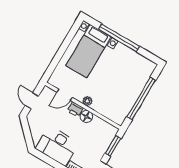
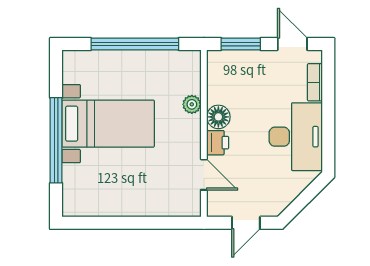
bed with nightstands: (88, 51) -> (108, 124), moved
plant: (87, 101) -> (192, 104), moved

